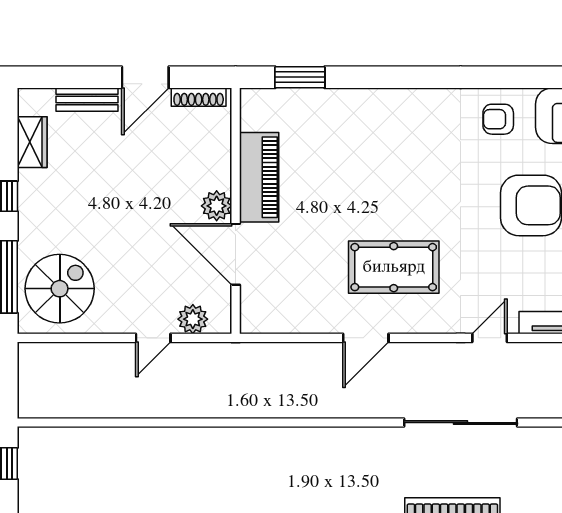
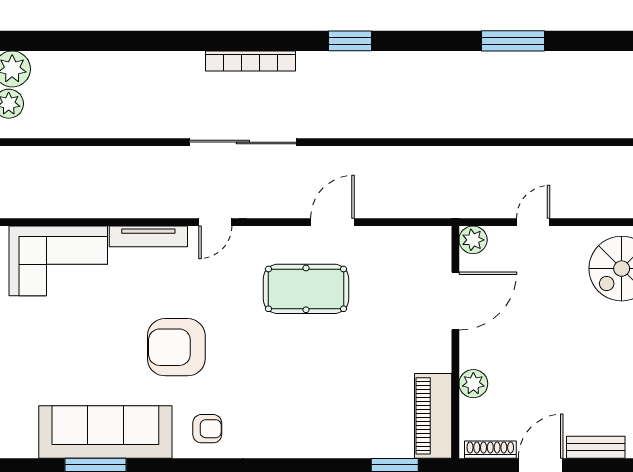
piano: (259, 177) -> (433, 416), moved
plant: (217, 206) -> (473, 384), moved
door: (236, 254) -> (455, 301), hinge flipped
plant: (193, 319) -> (473, 240), moved

